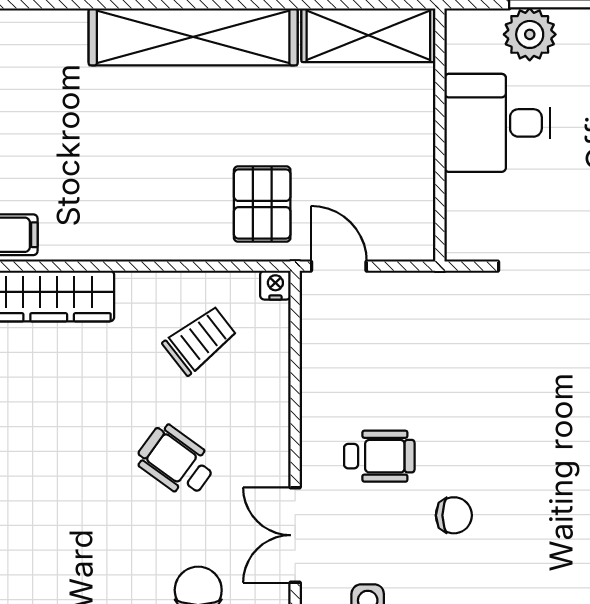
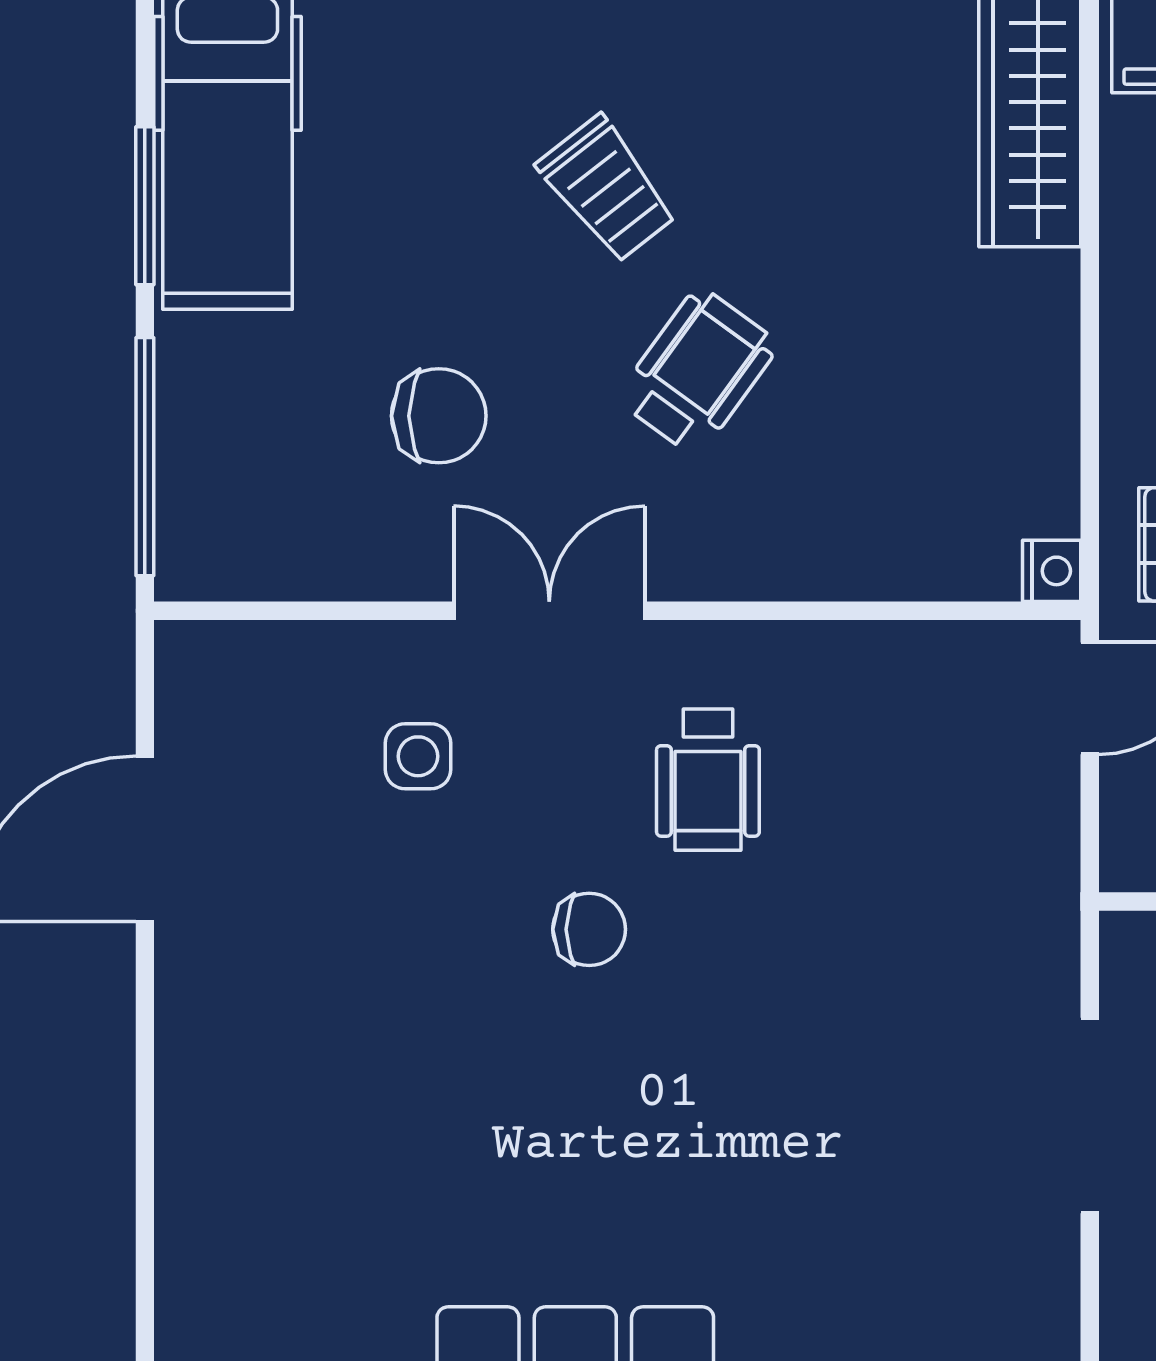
trolley: (200, 340) -> (607, 189), moved
chair: (454, 515) -> (589, 929), turned -90

